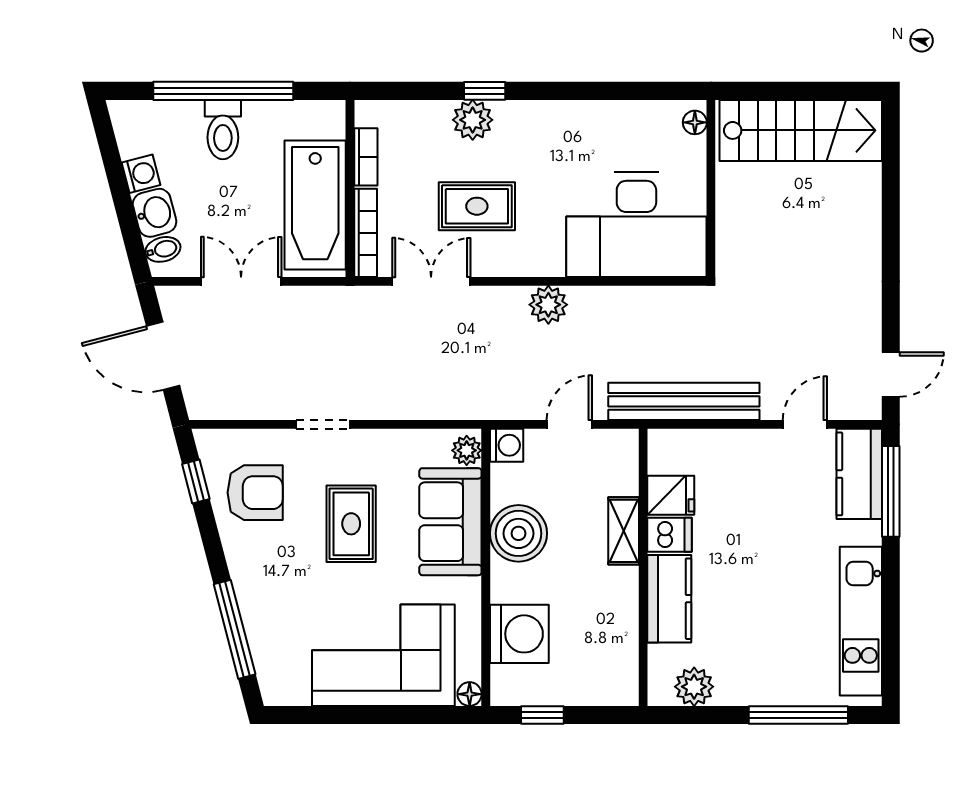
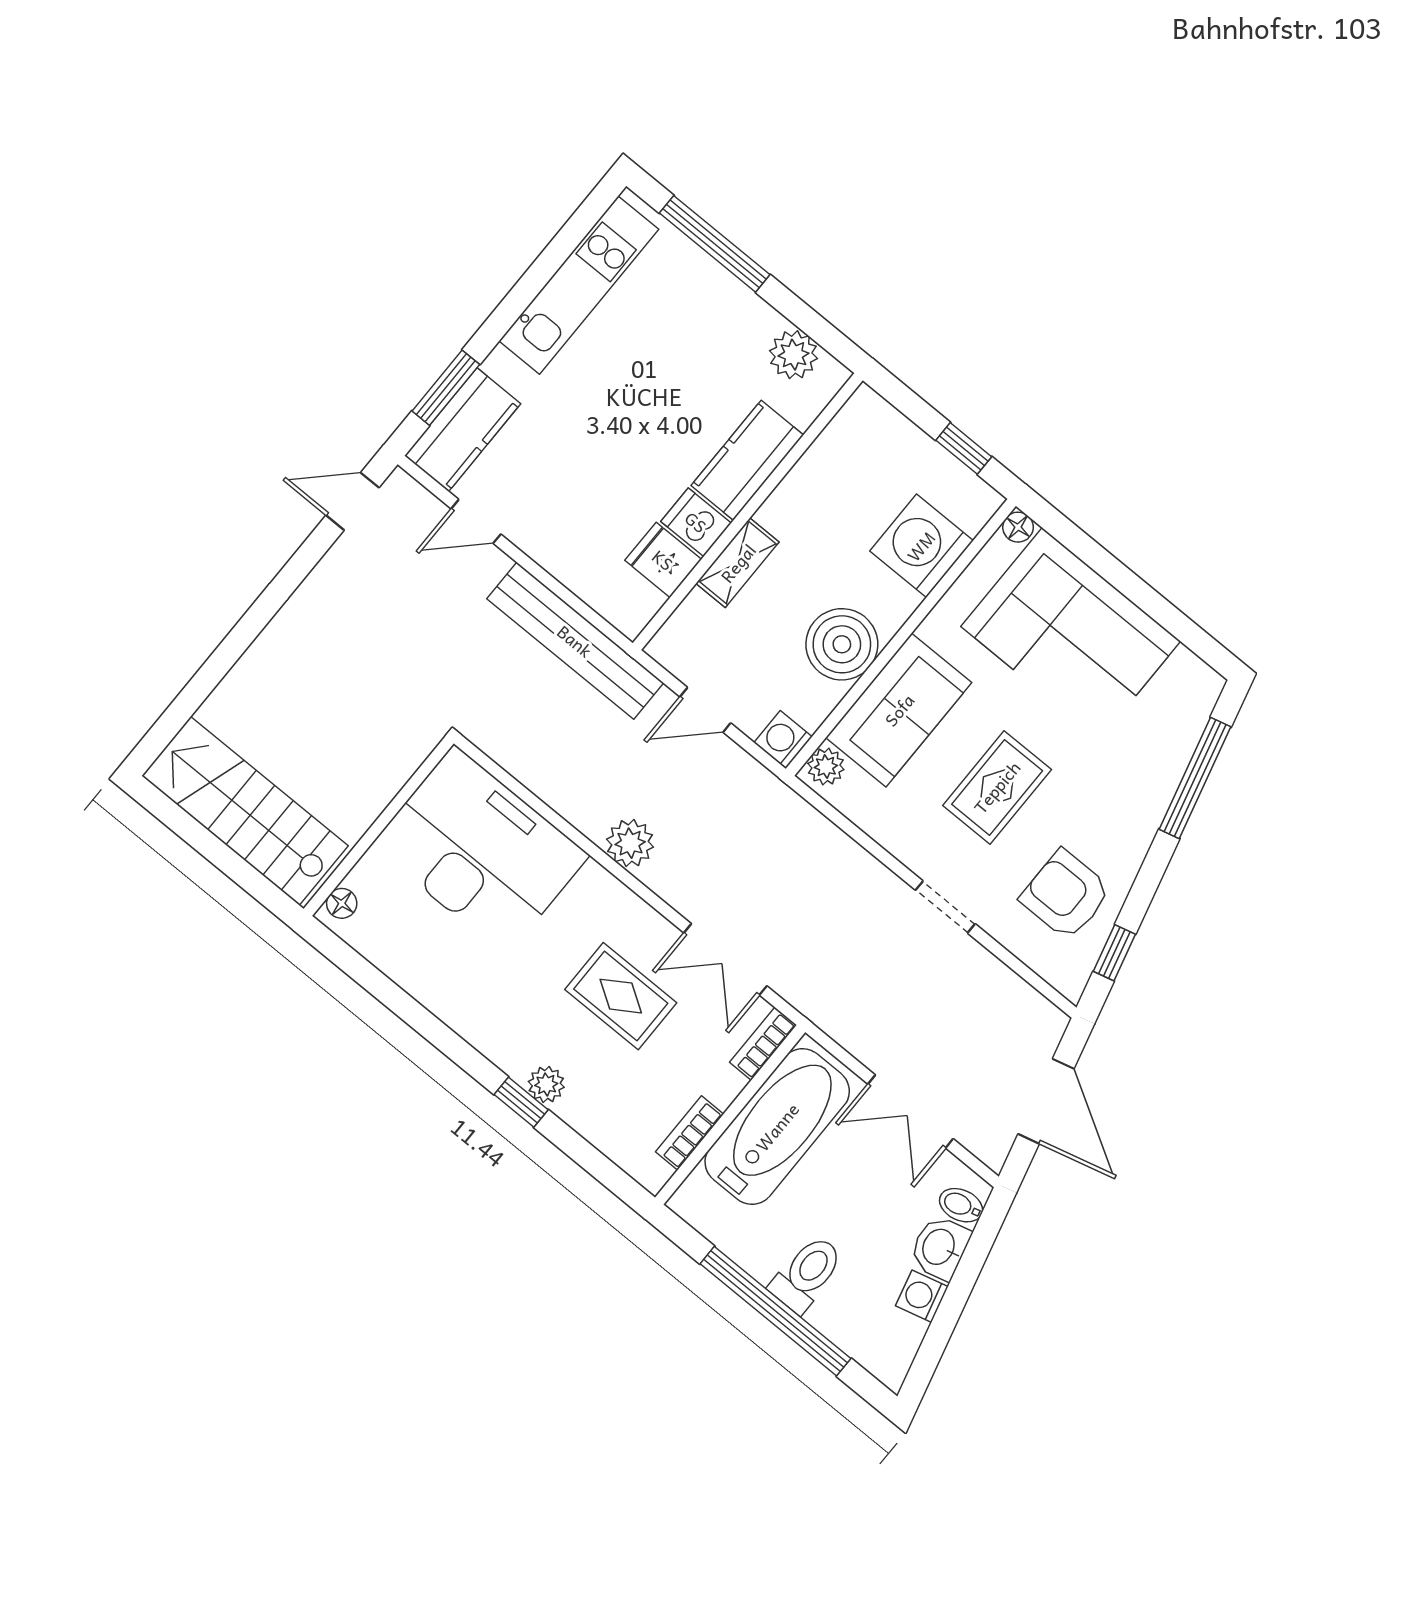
plant: (473, 120) -> (546, 1084), width x0.73, depth x0.73
bookcase: (366, 233) -> (763, 1044), width x0.64
window: (891, 491) -> (446, 388), width x0.69

